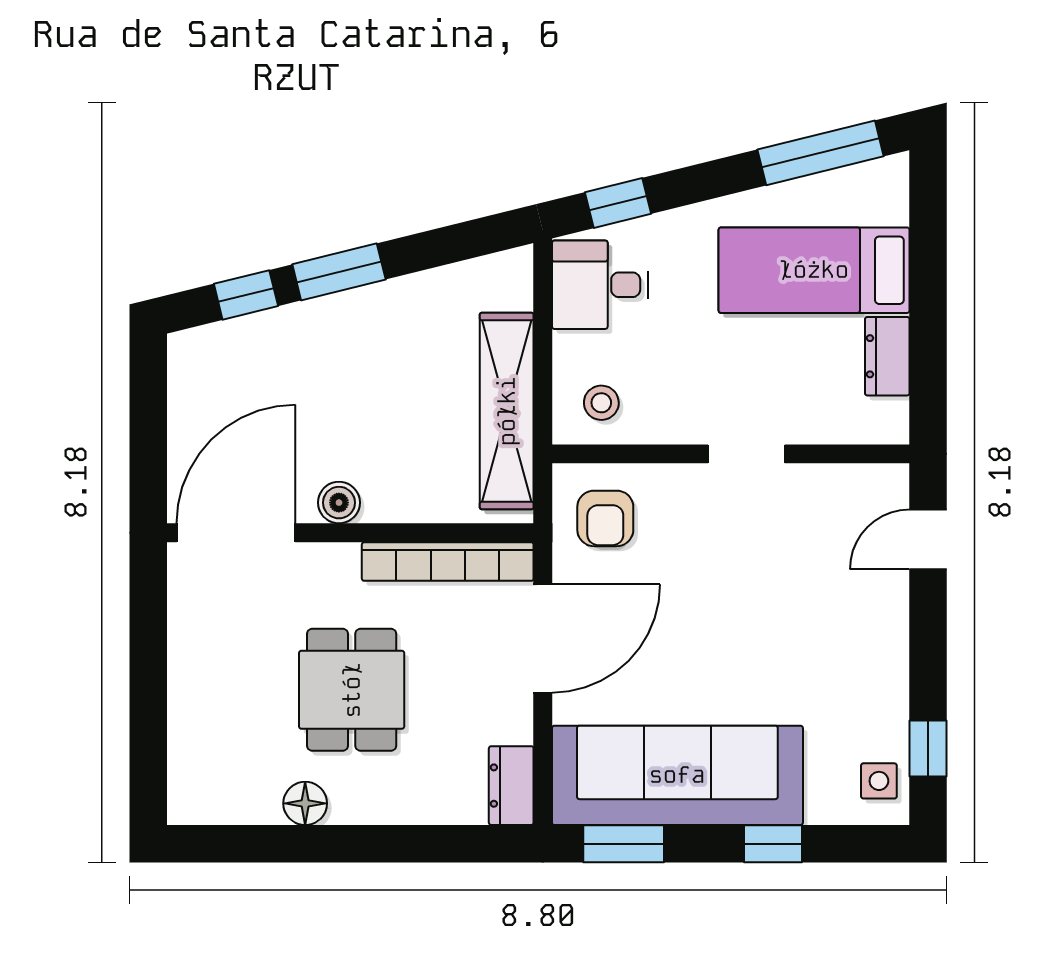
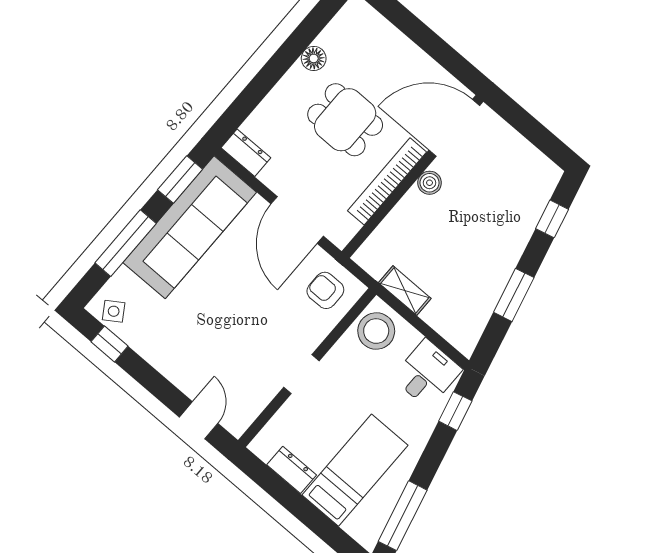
window: (339, 272) -> (514, 295), moved
stool: (601, 403) -> (376, 331), width x1.89, depth x1.89
shelving: (507, 411) -> (405, 291), width x0.45, depth x0.75
door: (236, 533) -> (454, 128), swing flipped
bookcase: (448, 562) -> (387, 181), moved
side table: (879, 781) -> (114, 311), turned -33
window: (773, 844) -> (126, 243), width x2.17

